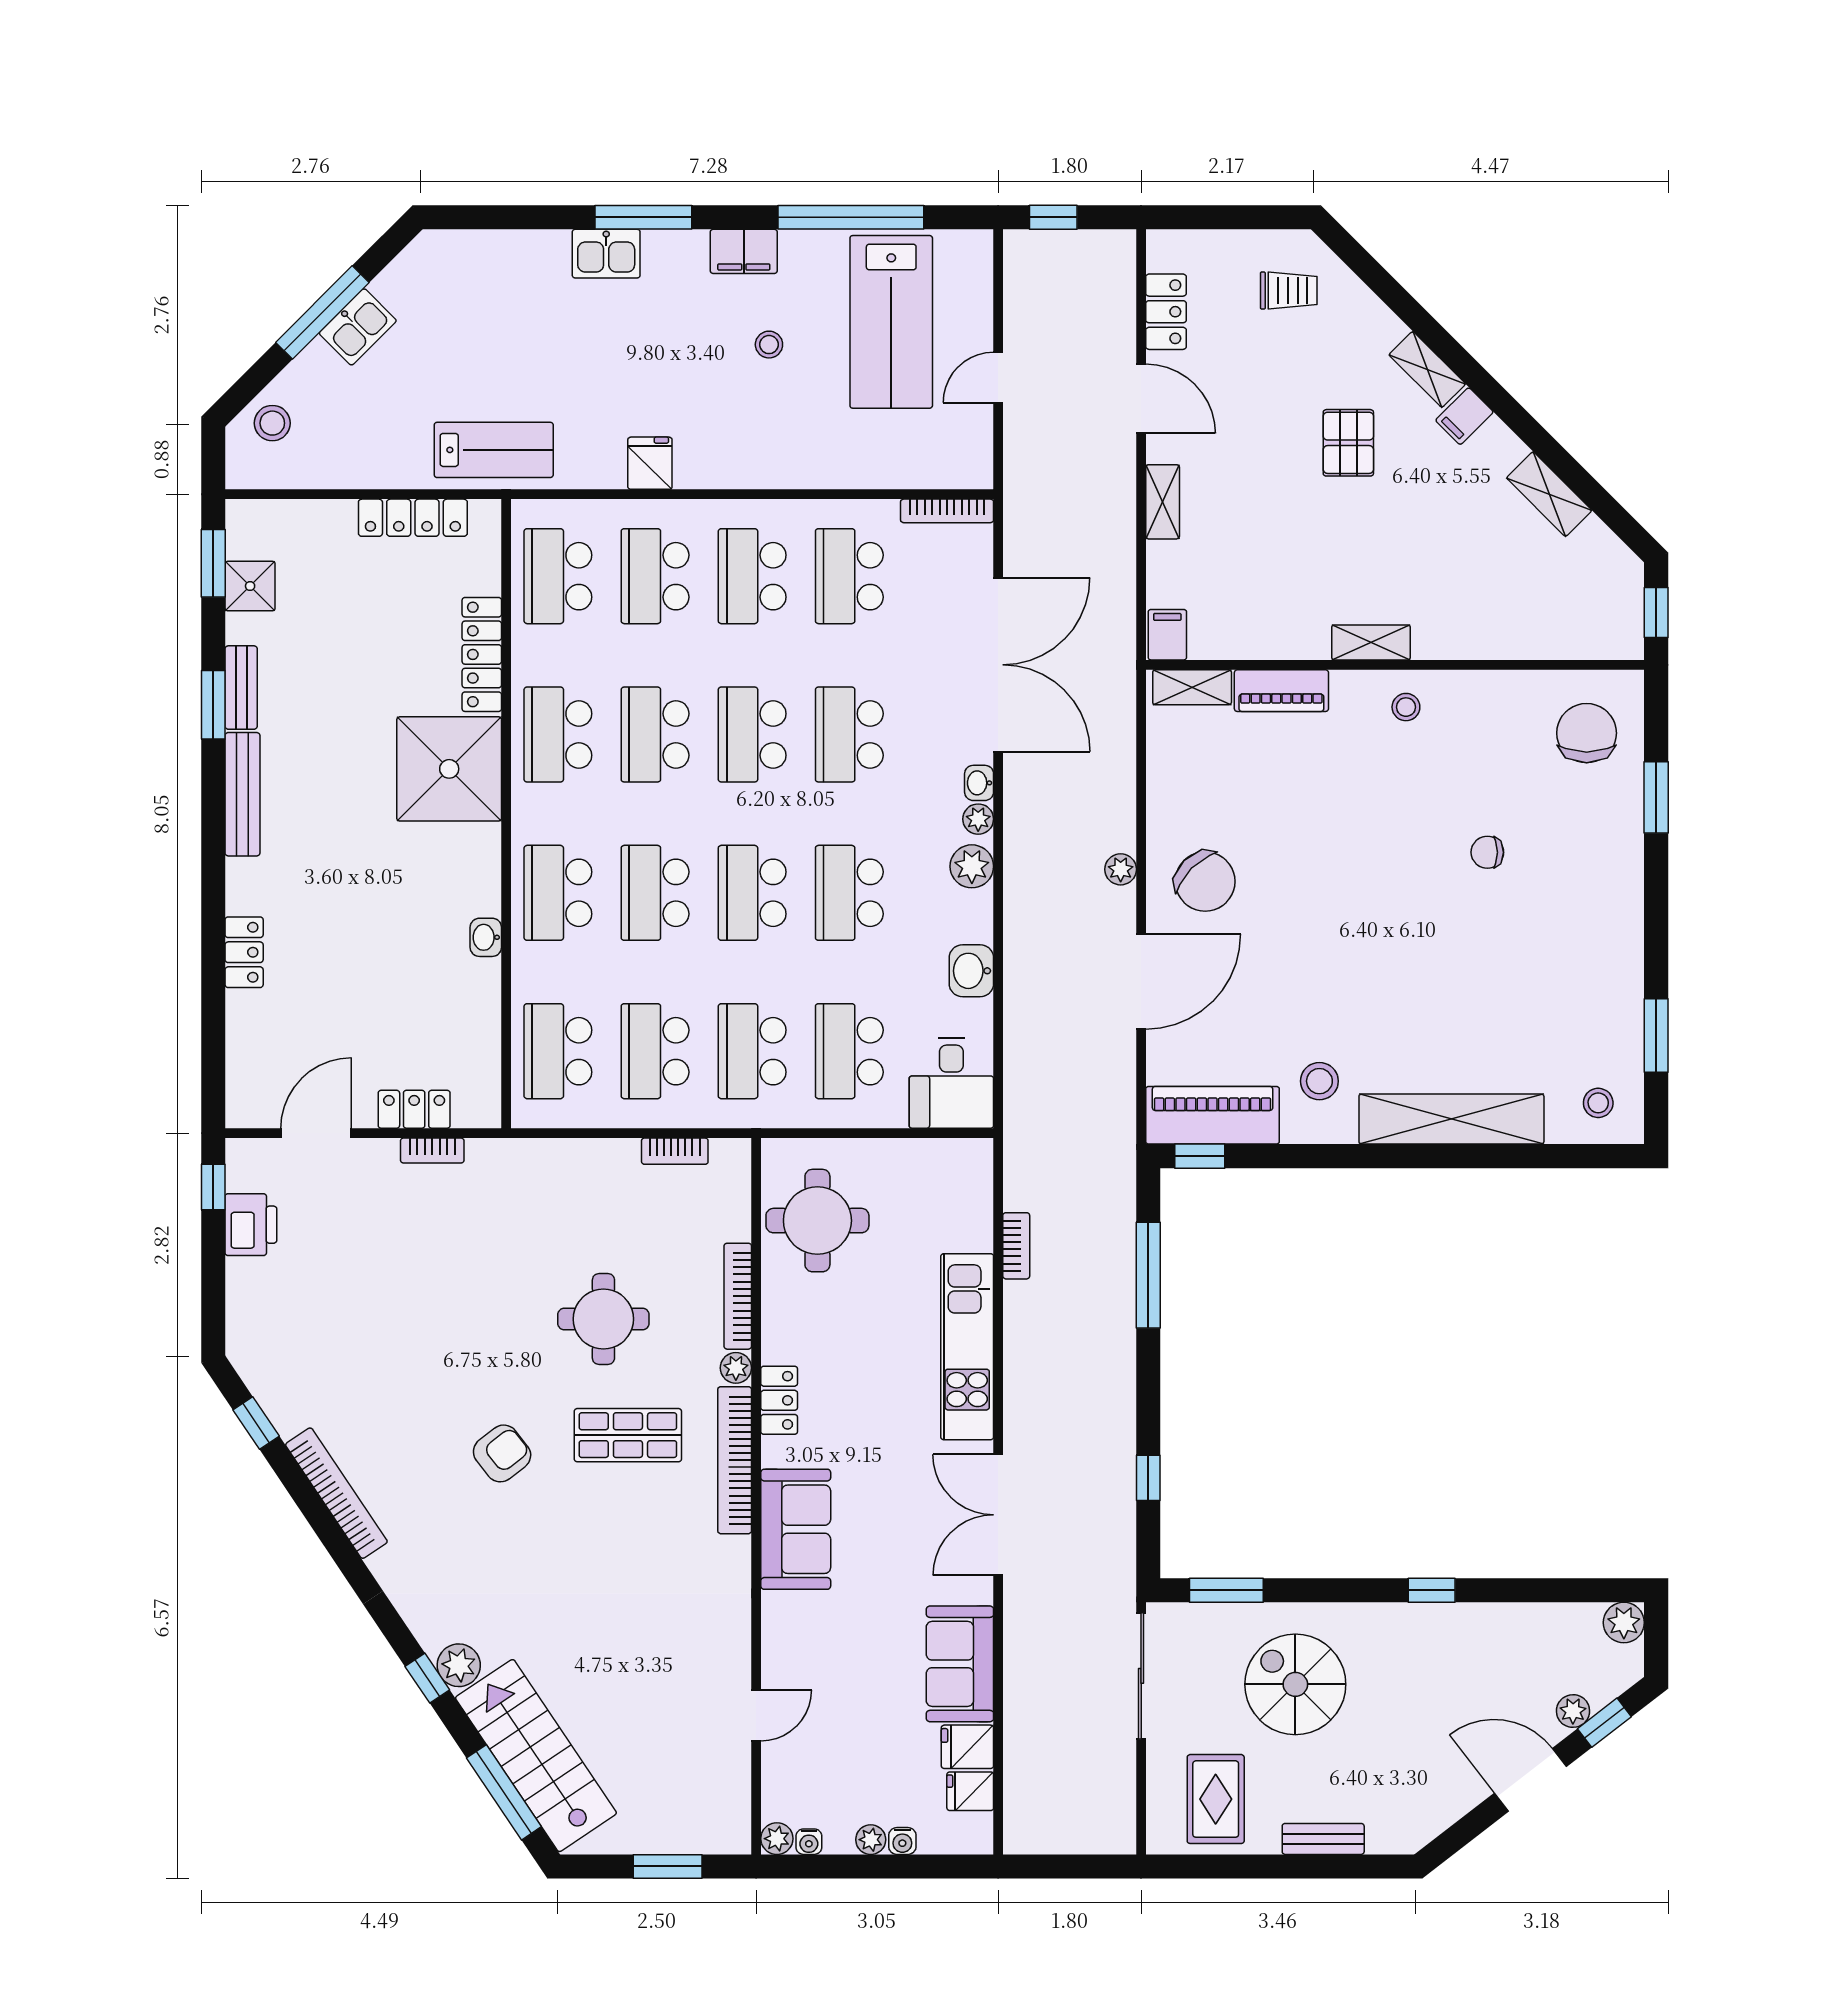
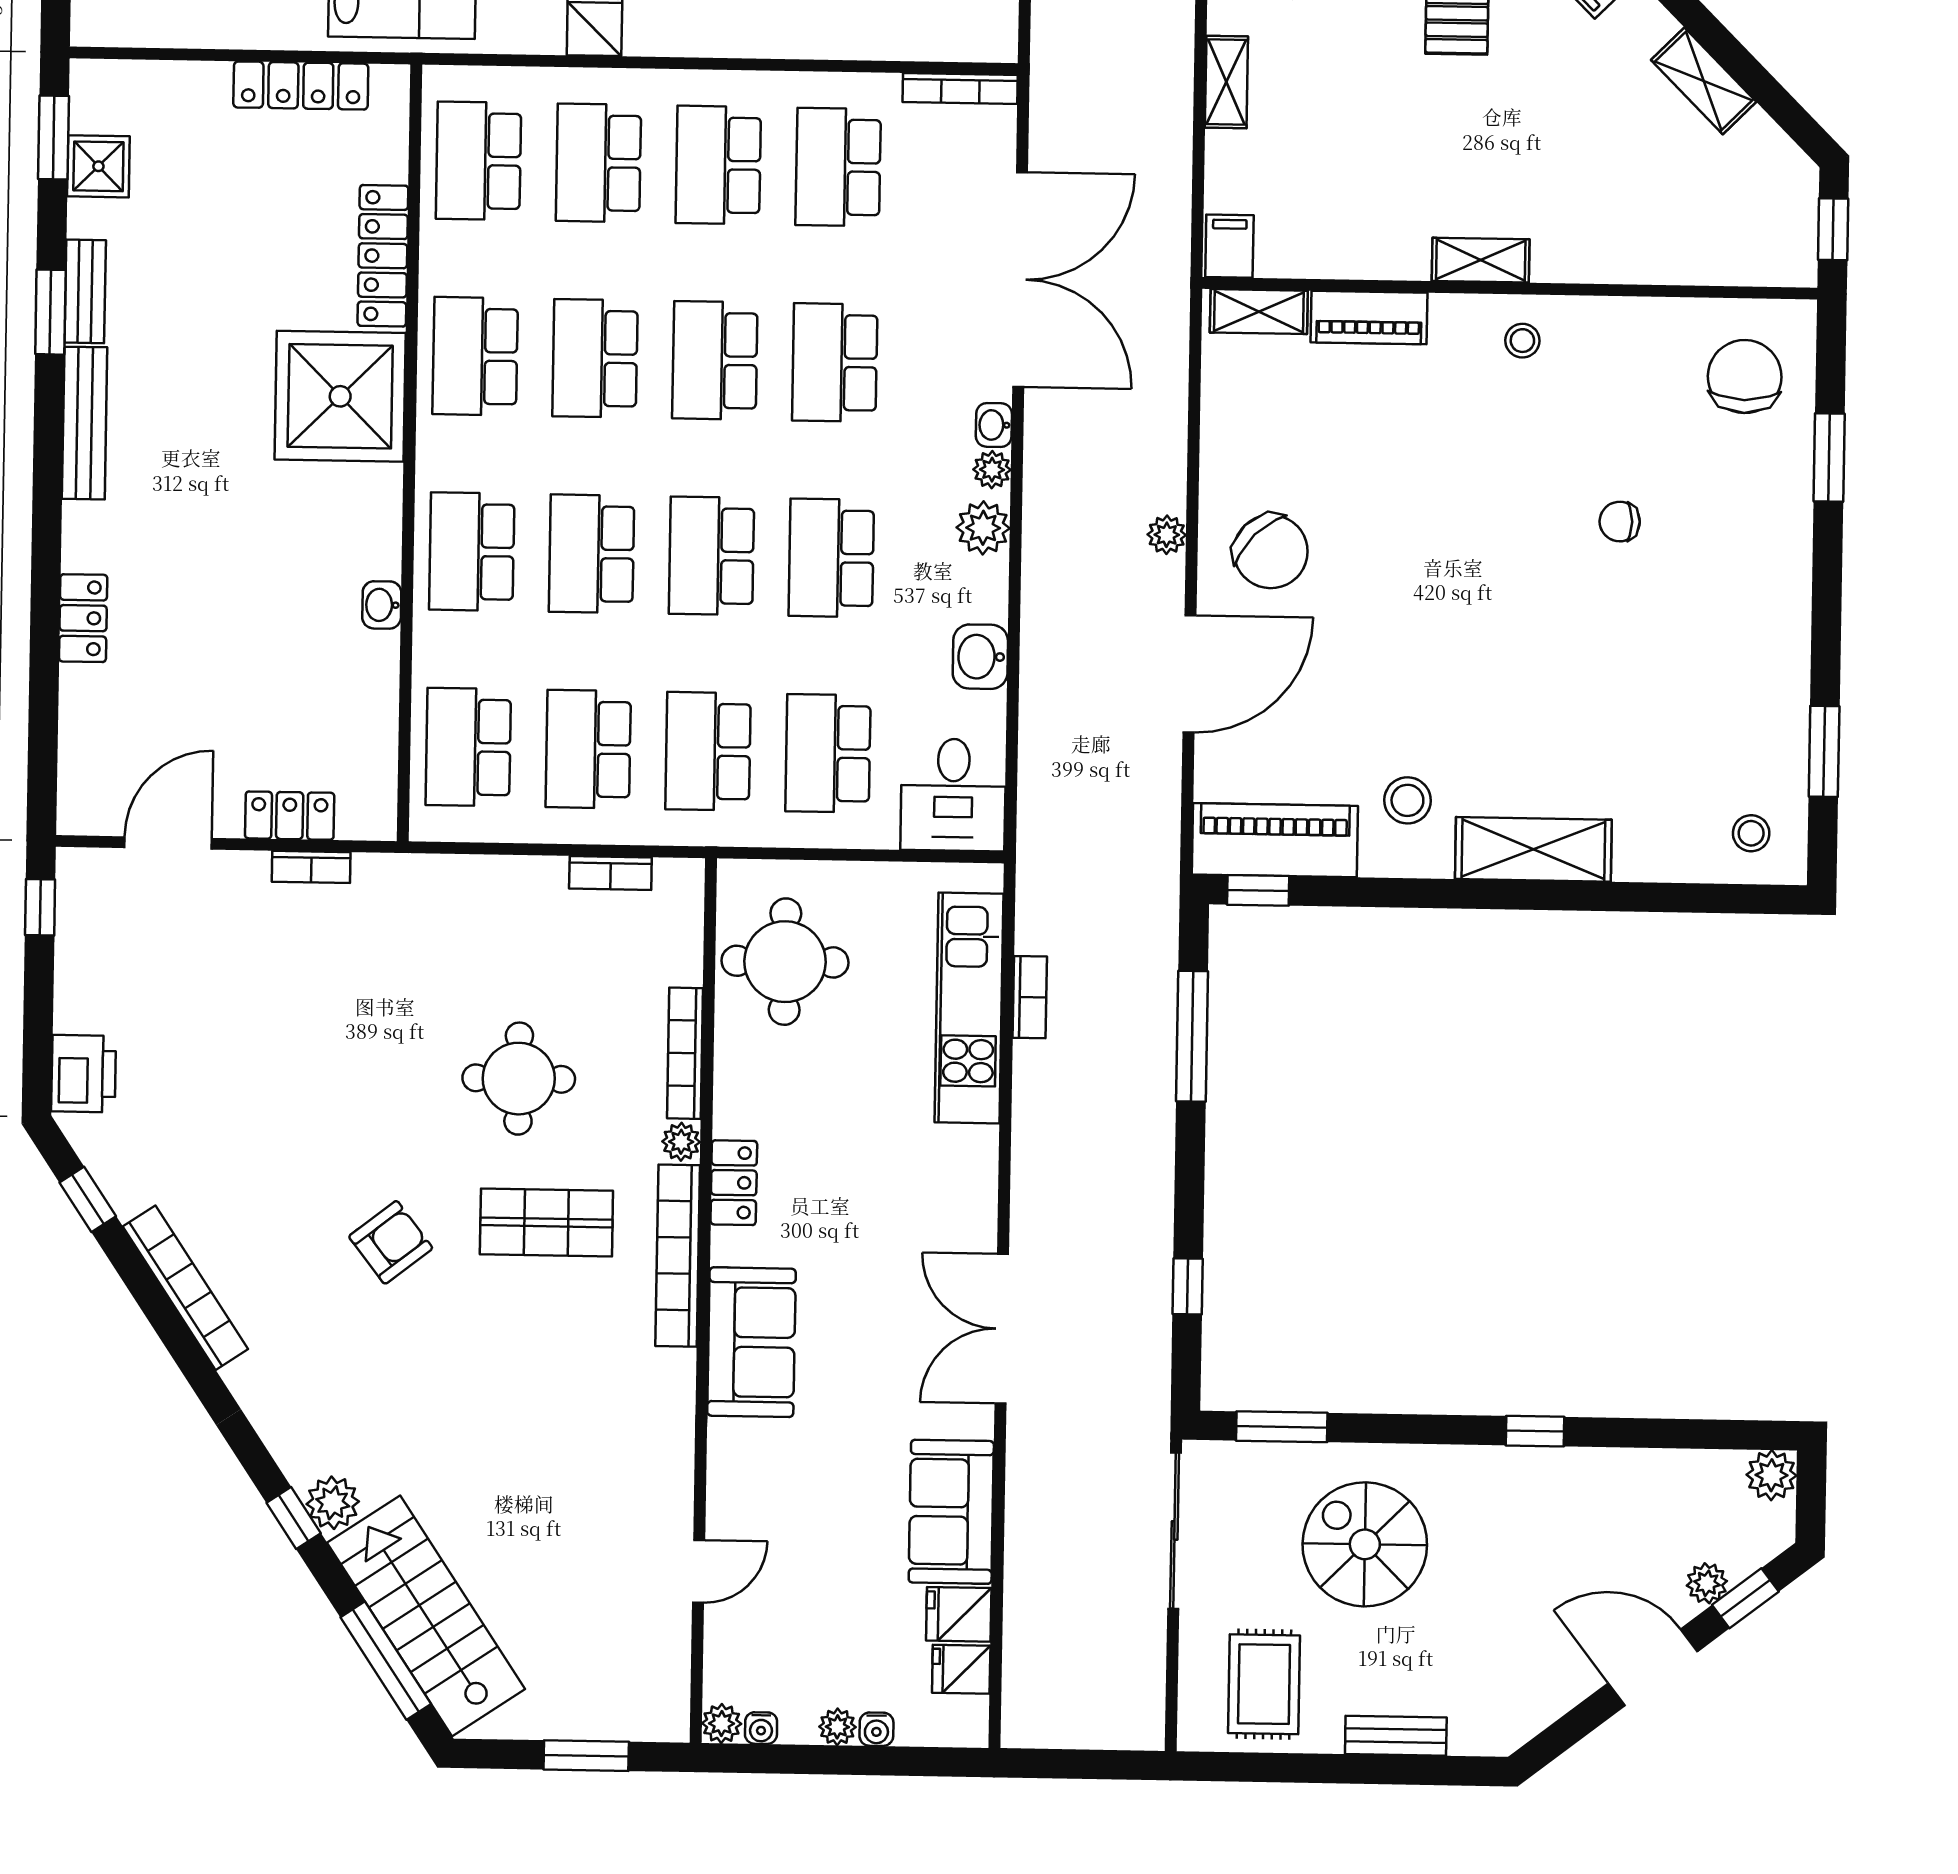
shelving: (1451, 1119) -> (1533, 849), width x0.68
printer: (251, 1225) -> (84, 1074), moved
kitchen unit: (967, 1347) -> (969, 1008), moved

